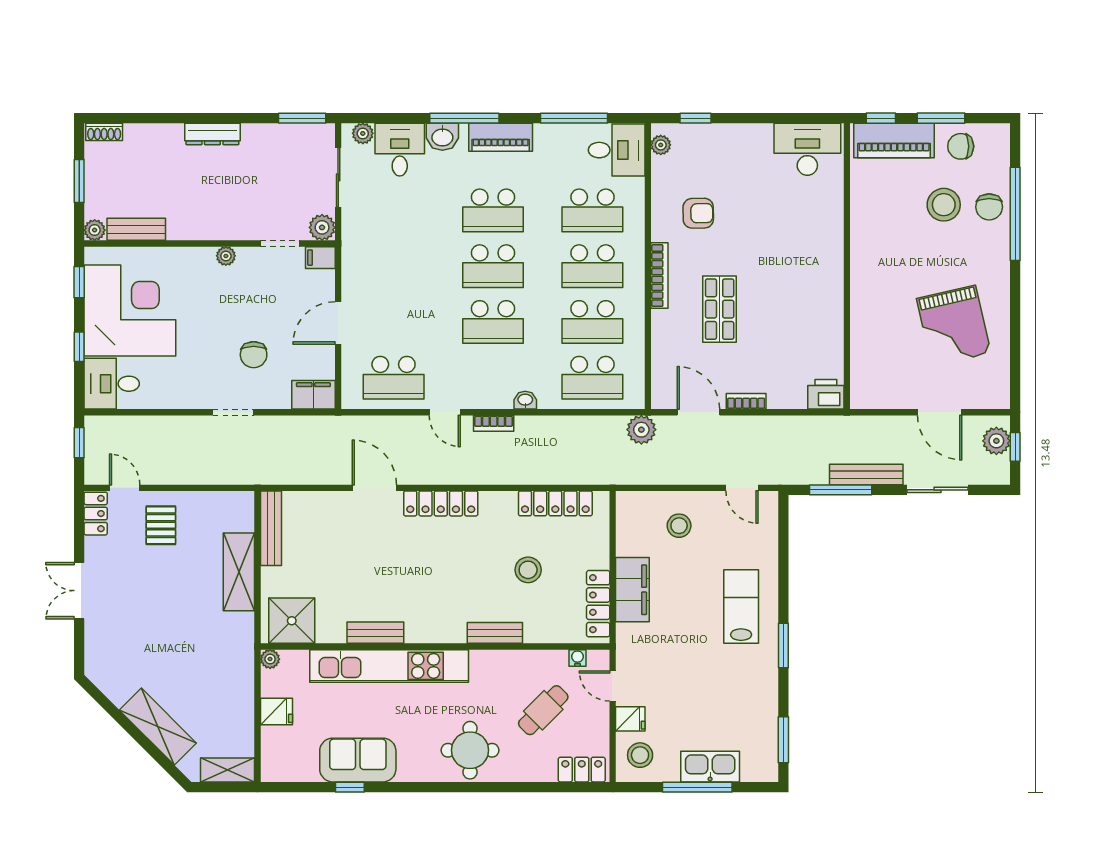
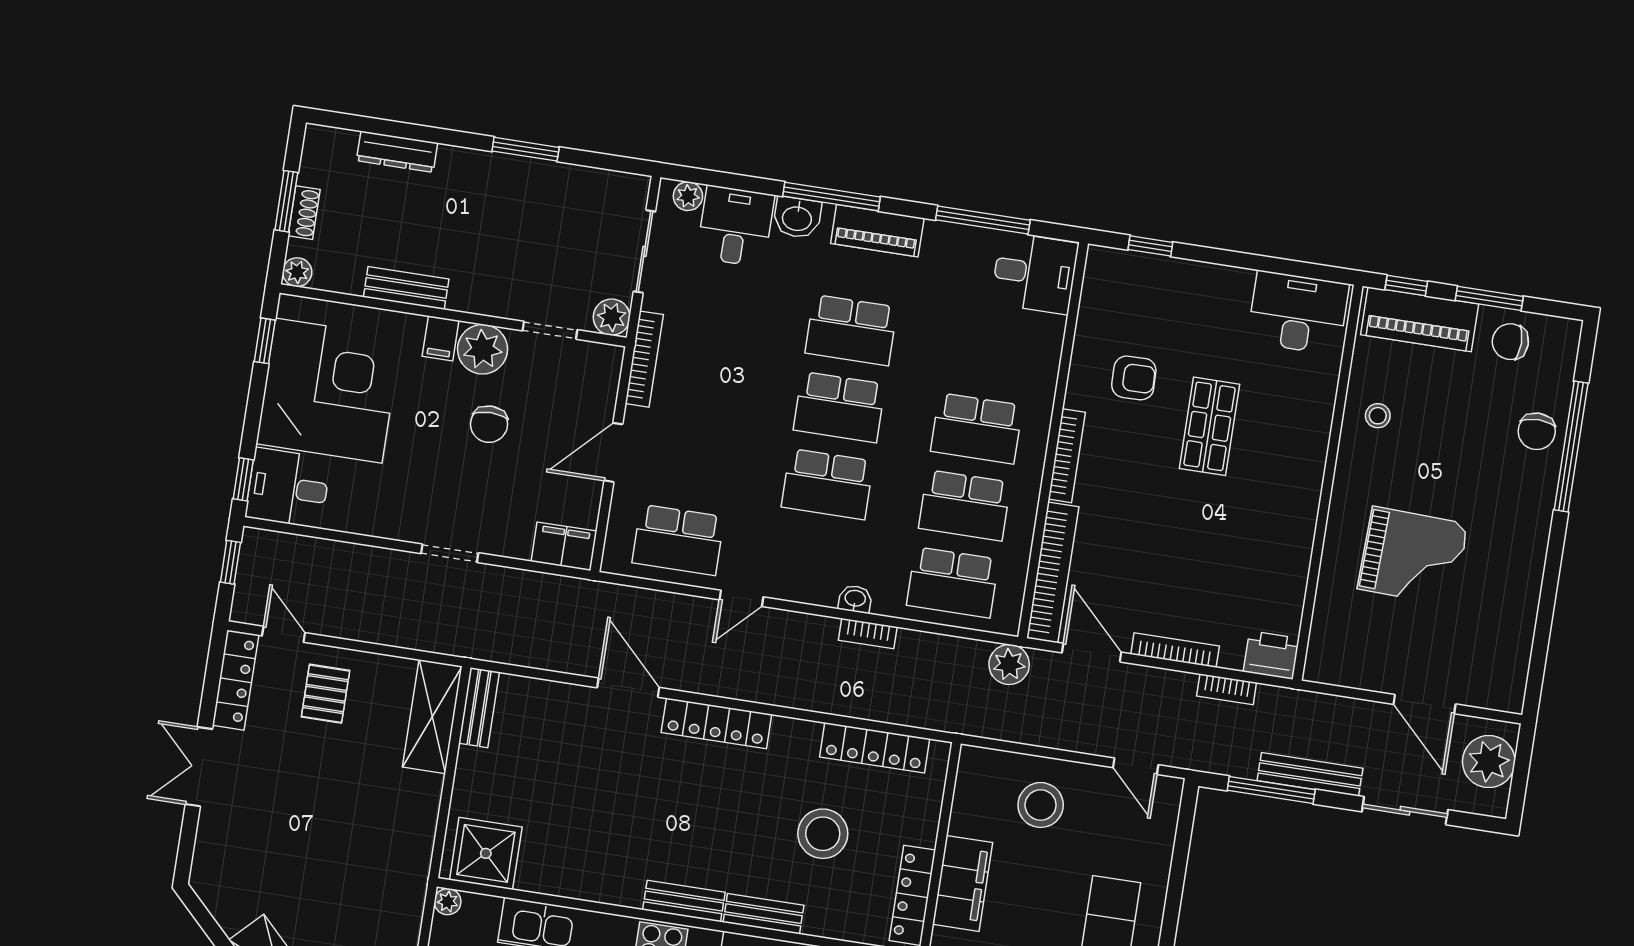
window: (302, 118) -> (526, 149), moved
shoe rack: (104, 132) -> (304, 213), moved, turned -90
dresser: (212, 134) -> (397, 152), moved
plant: (661, 145) -> (1097, 276), removed
stool: (944, 205) -> (1378, 416), moved, width x0.53, depth x0.53
school desk: (592, 210) -> (988, 351), removed
bench: (136, 229) -> (406, 288), moved
bookcase: (350, 254) -> (644, 359), added
plant: (226, 256) -> (483, 349), width x1.88, depth x1.88
filing cabinet: (320, 258) -> (441, 338), moved, turned -90
shop shelf: (720, 309) -> (1210, 426), moved
grand piano: (954, 326) -> (1413, 556), moved, turned -75
window: (79, 347) -> (243, 479), moved
chair: (254, 355) -> (489, 424), moved
bookcase: (662, 360) -> (1053, 573), added
bookcase: (746, 401) -> (1175, 650), width x1.56
door: (445, 412) -> (741, 598), hinge flipped
bookcase: (494, 423) -> (868, 634), moved
bookcase: (798, 423) -> (1227, 689), added
plant: (996, 441) -> (1489, 762), width x1.36, depth x1.36
window: (1015, 447) -> (1521, 768), removed
locker: (96, 514) -> (236, 680), width x1.53
stool: (679, 526) -> (1041, 805), width x1.38, depth x1.38
bench: (271, 528) -> (479, 708), width x0.73
stool: (528, 570) -> (823, 834), width x1.38, depth x1.38
shelving: (239, 572) -> (432, 717), moved
bench: (375, 633) -> (684, 901), moved

